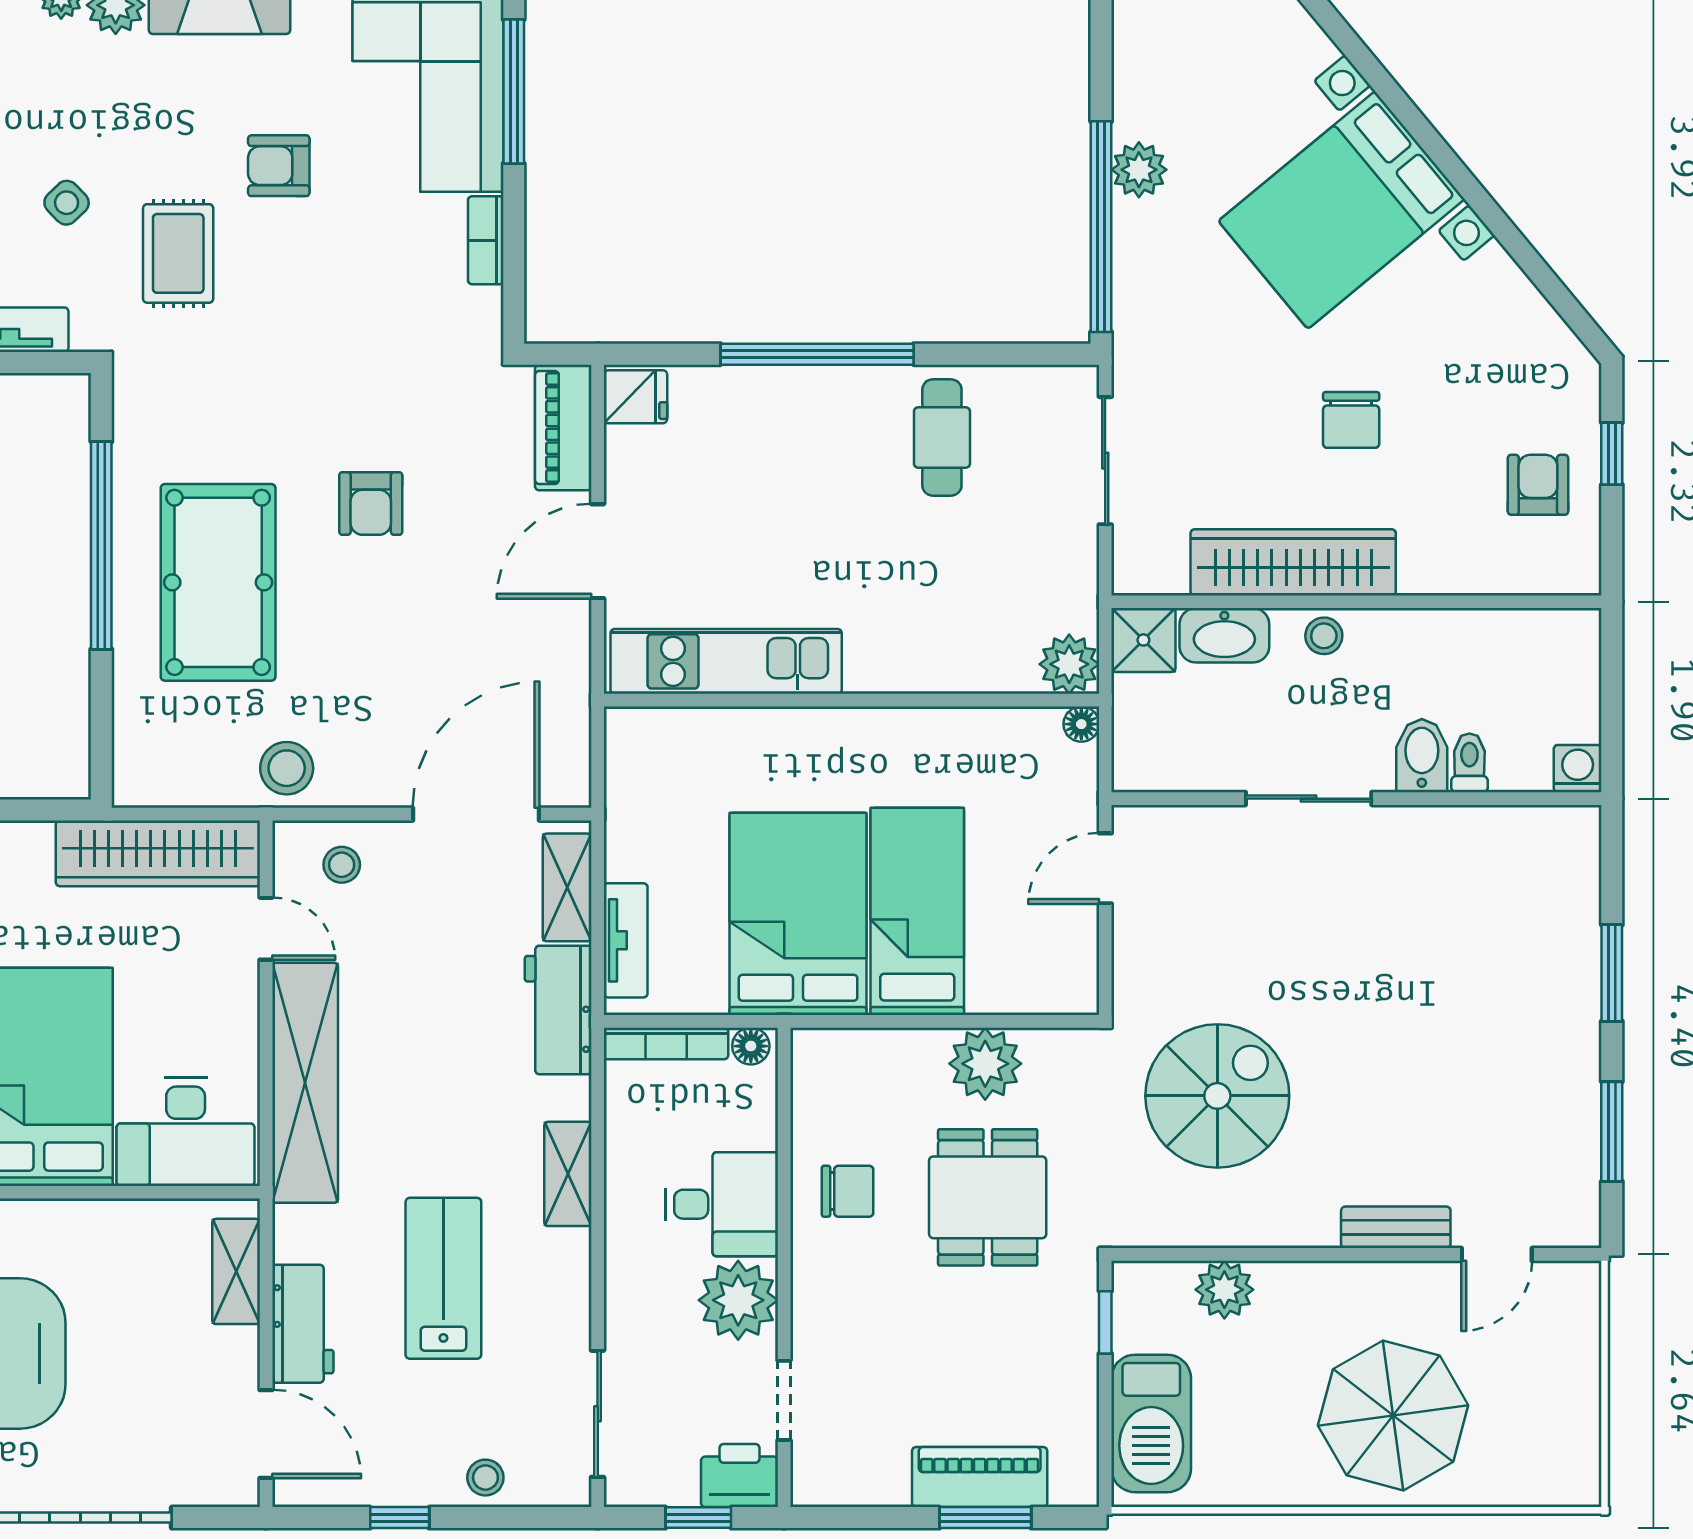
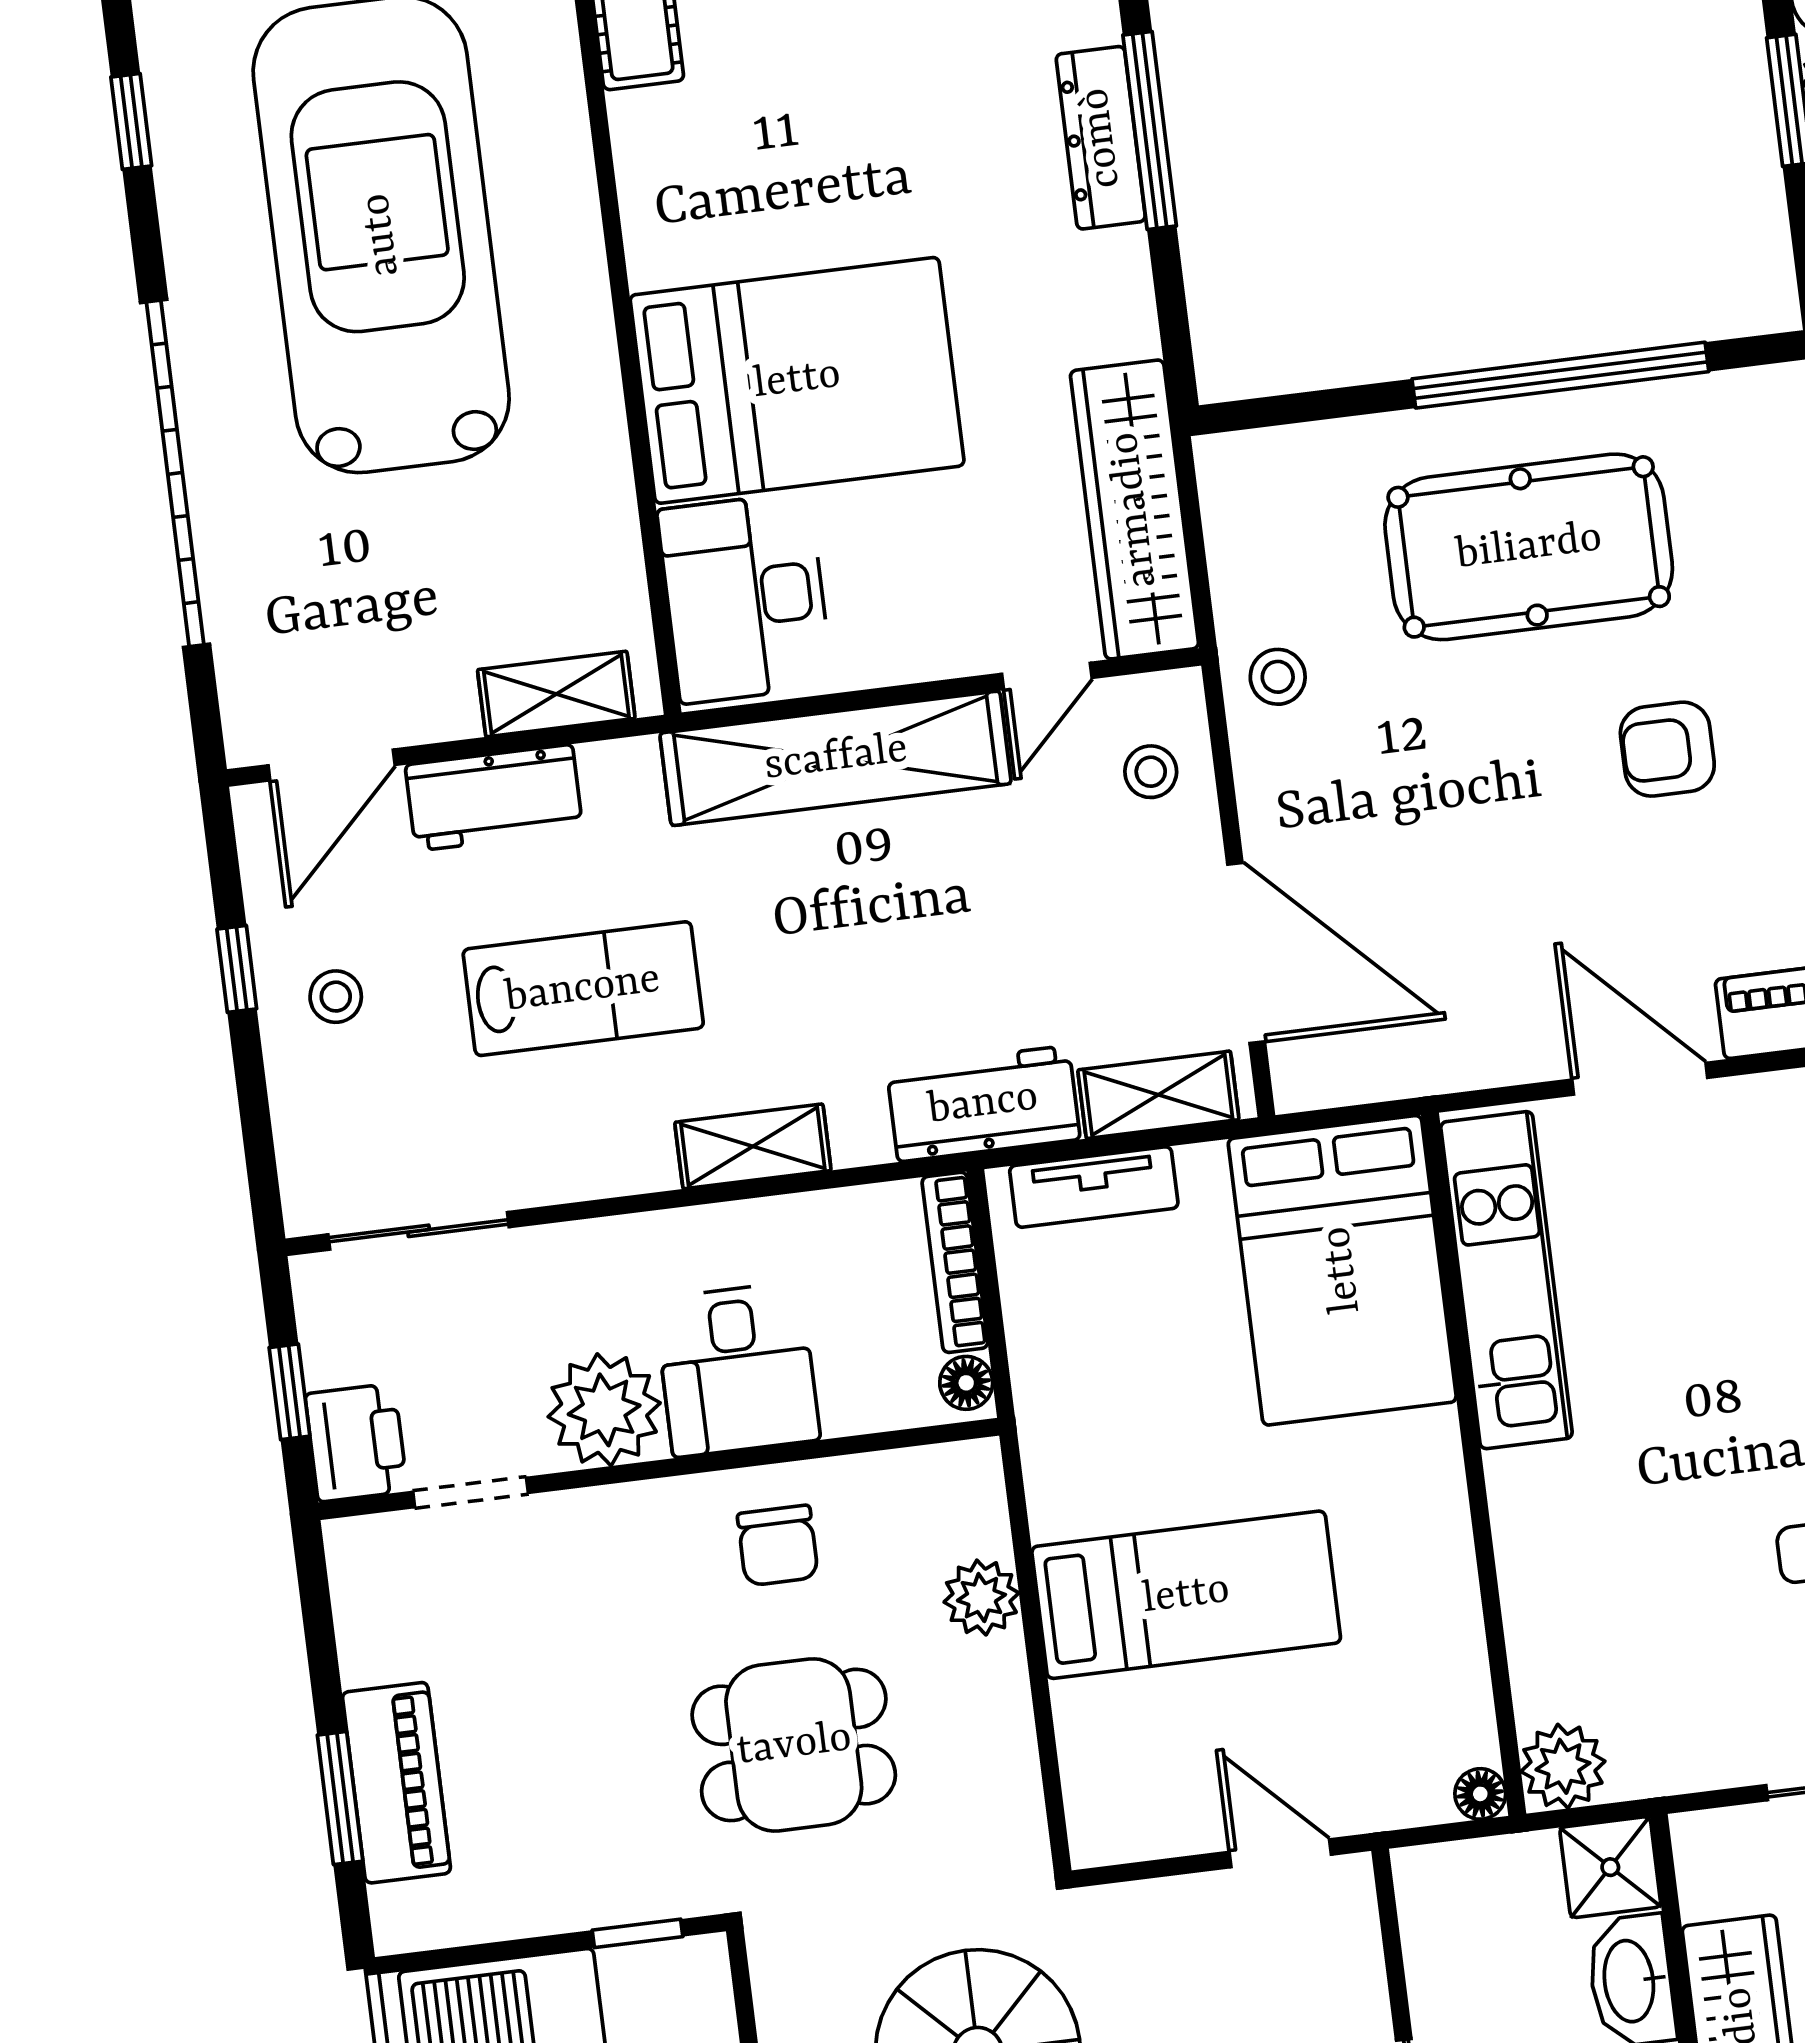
stool: (287, 768) -> (1278, 677), width x0.73, depth x0.73
bed: (798, 914) -> (1342, 1270), moved, turned 90
plant: (985, 1064) -> (981, 1598), moved, width x0.73, depth x0.73
stool: (485, 1478) -> (336, 997), moved

